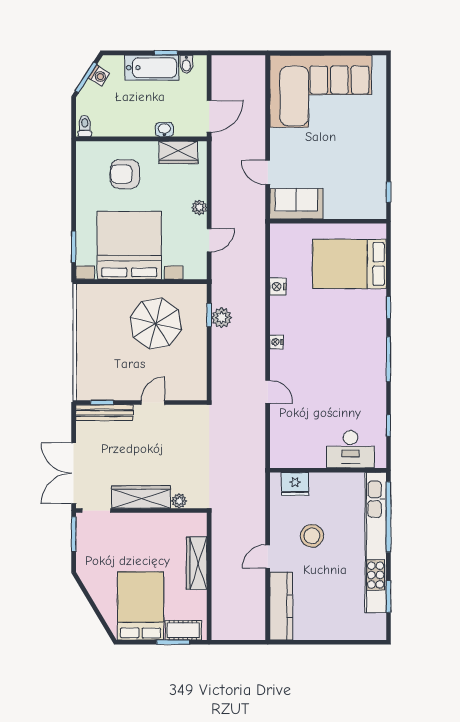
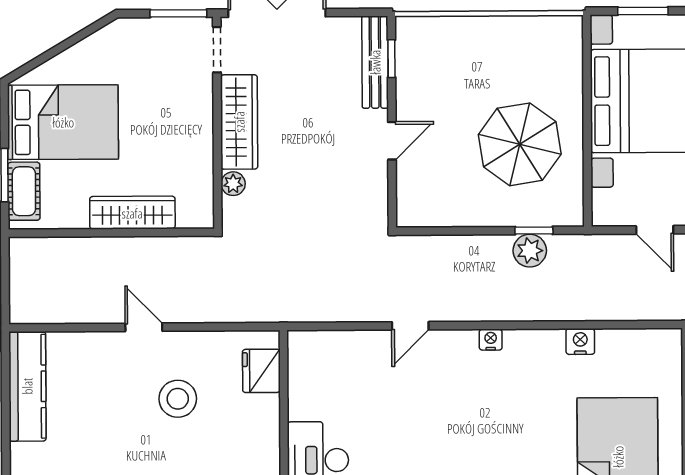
door: (153, 402) -> (392, 141), hinge flipped
kitchen counter: (281, 606) -> (27, 386), moved, turned -90

